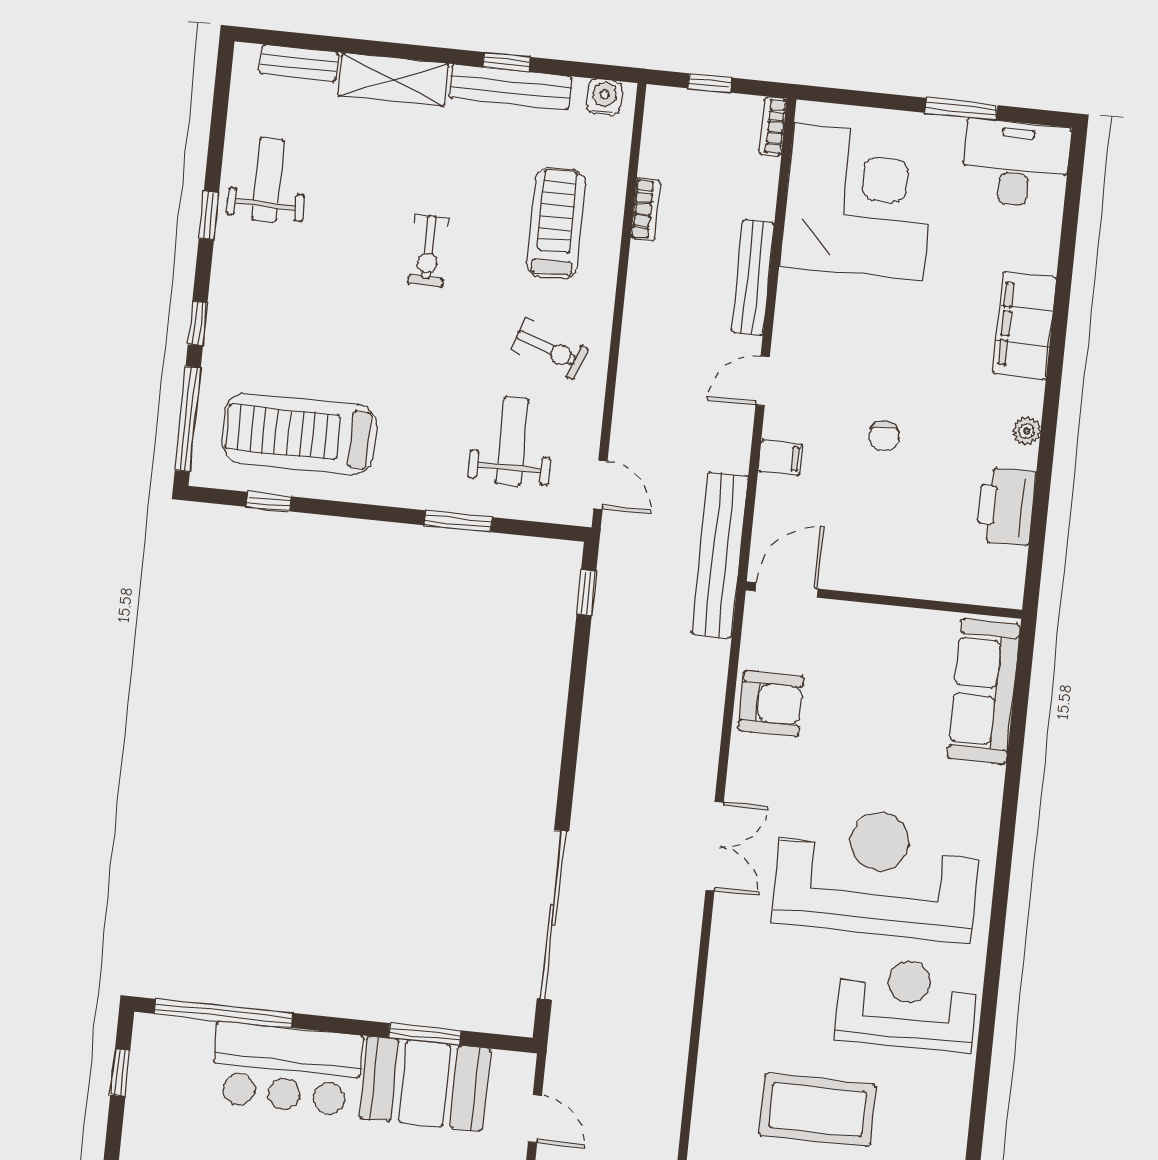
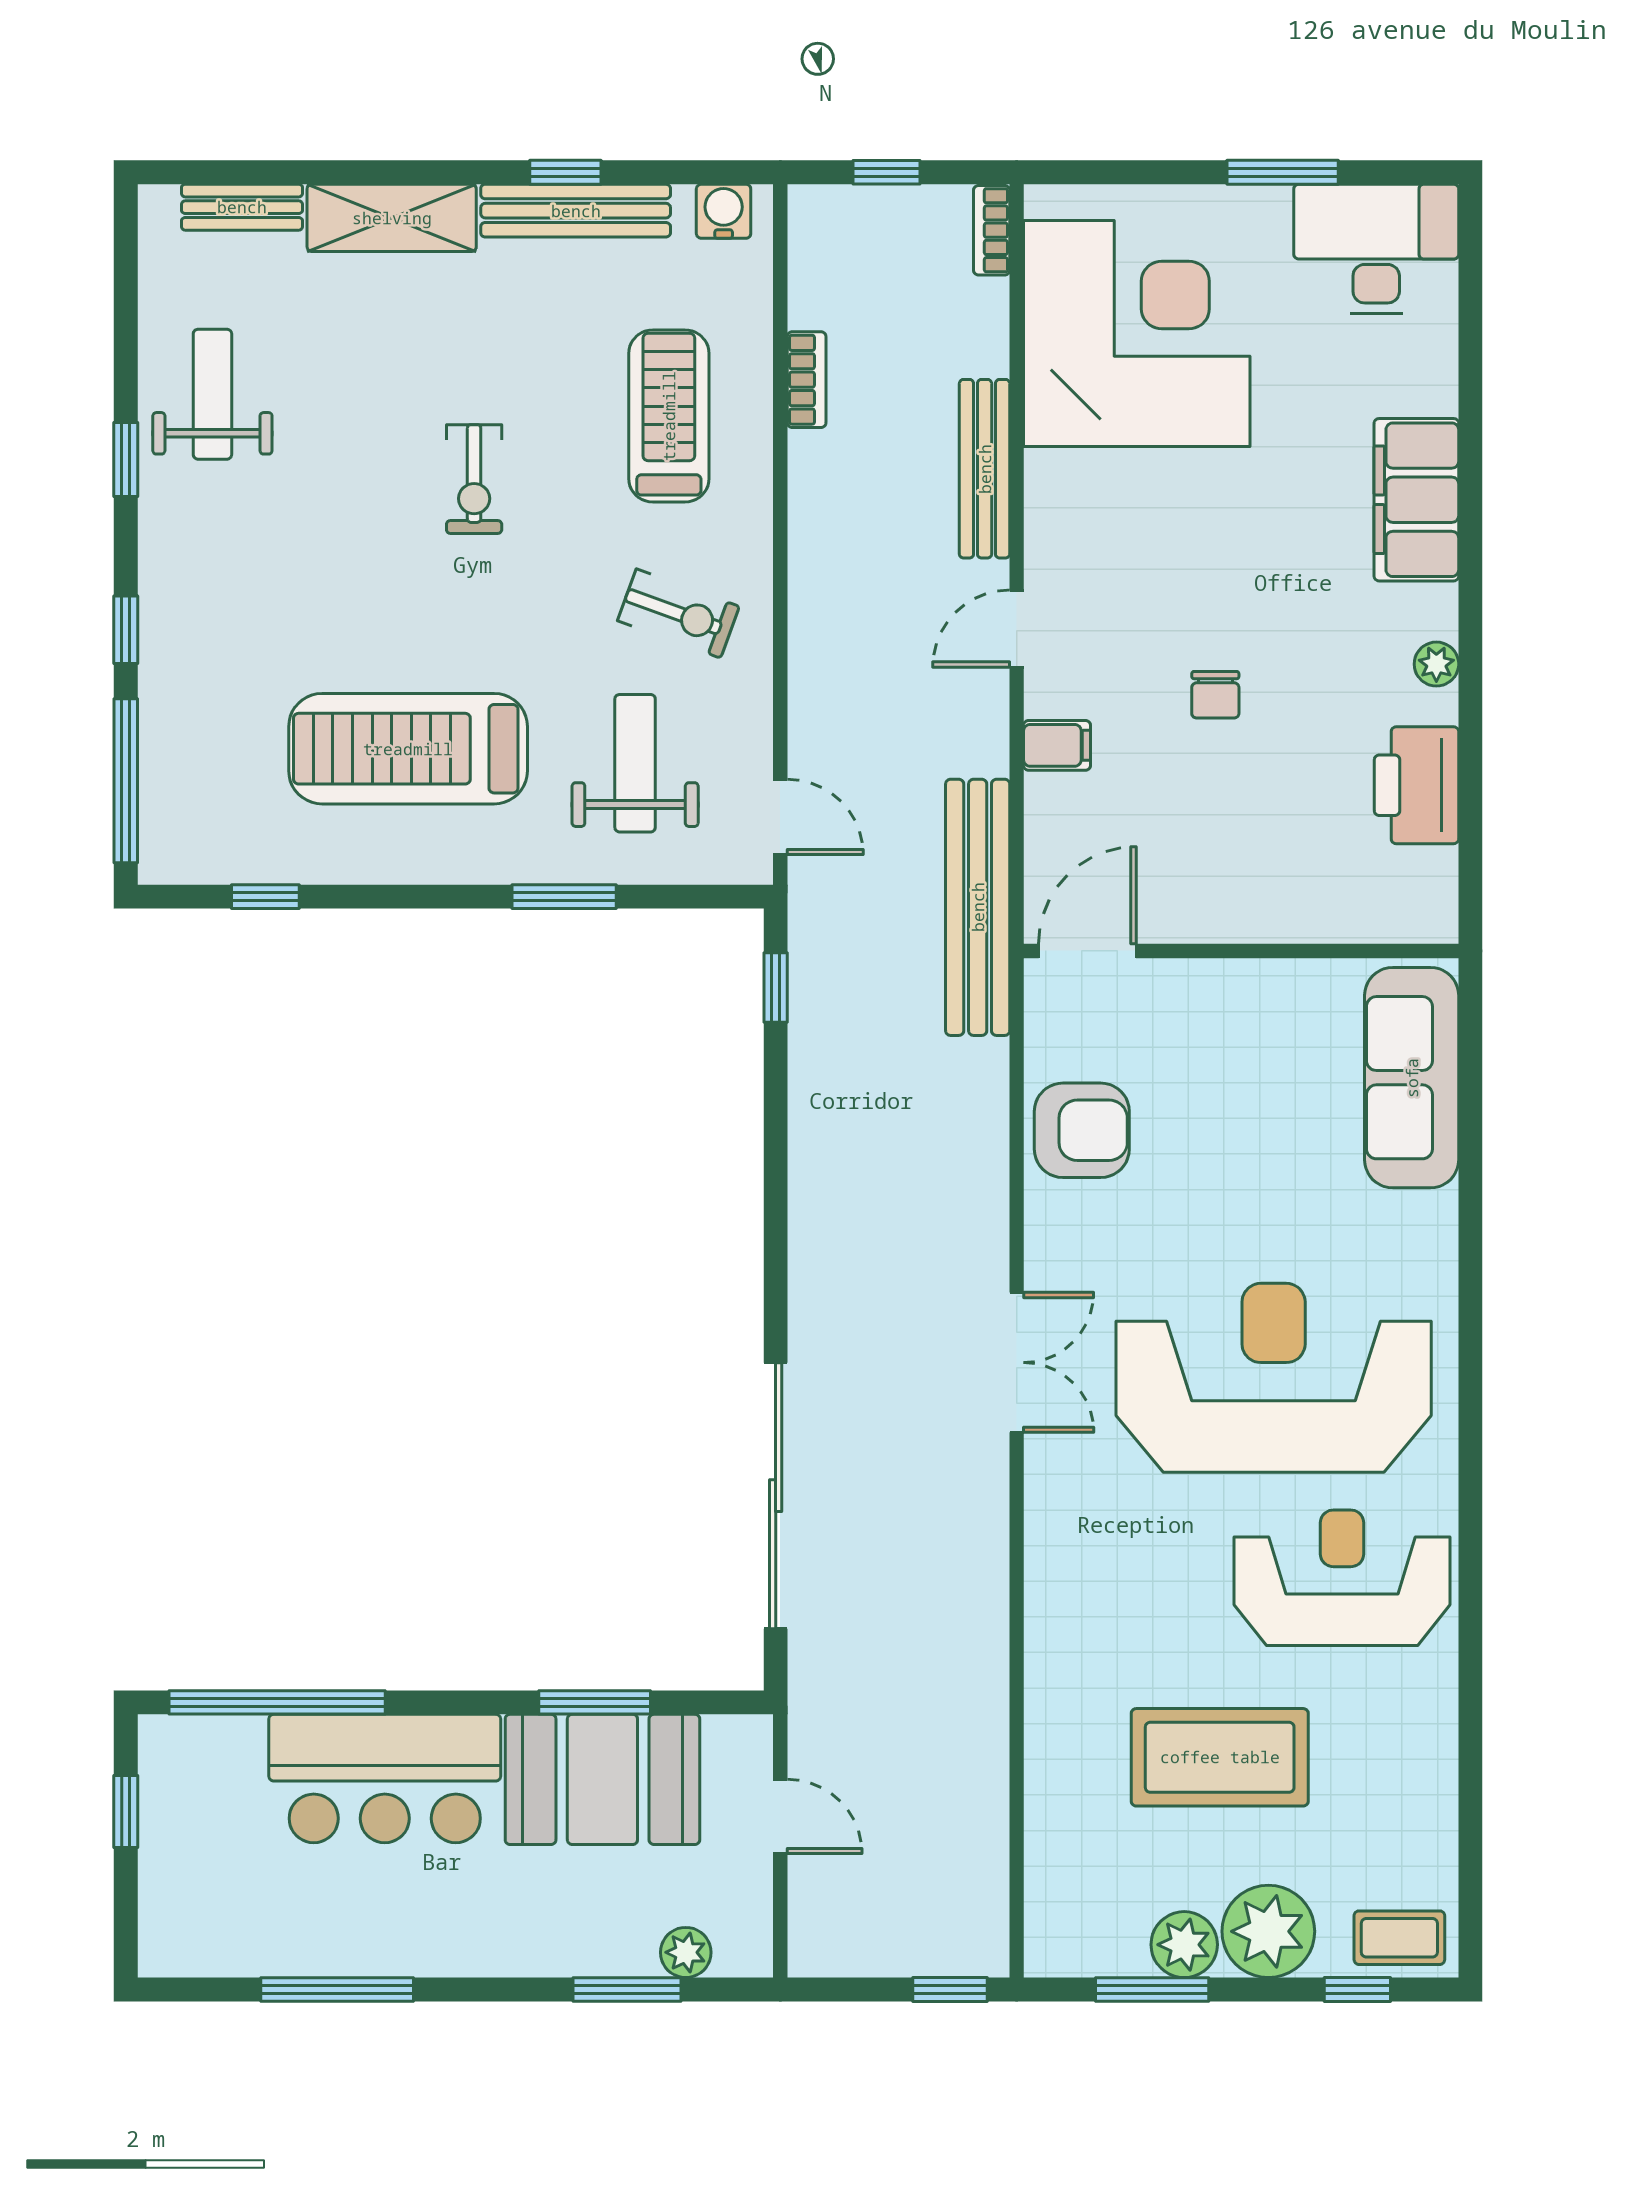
treadmill: (299, 434) -> (408, 749), moved

